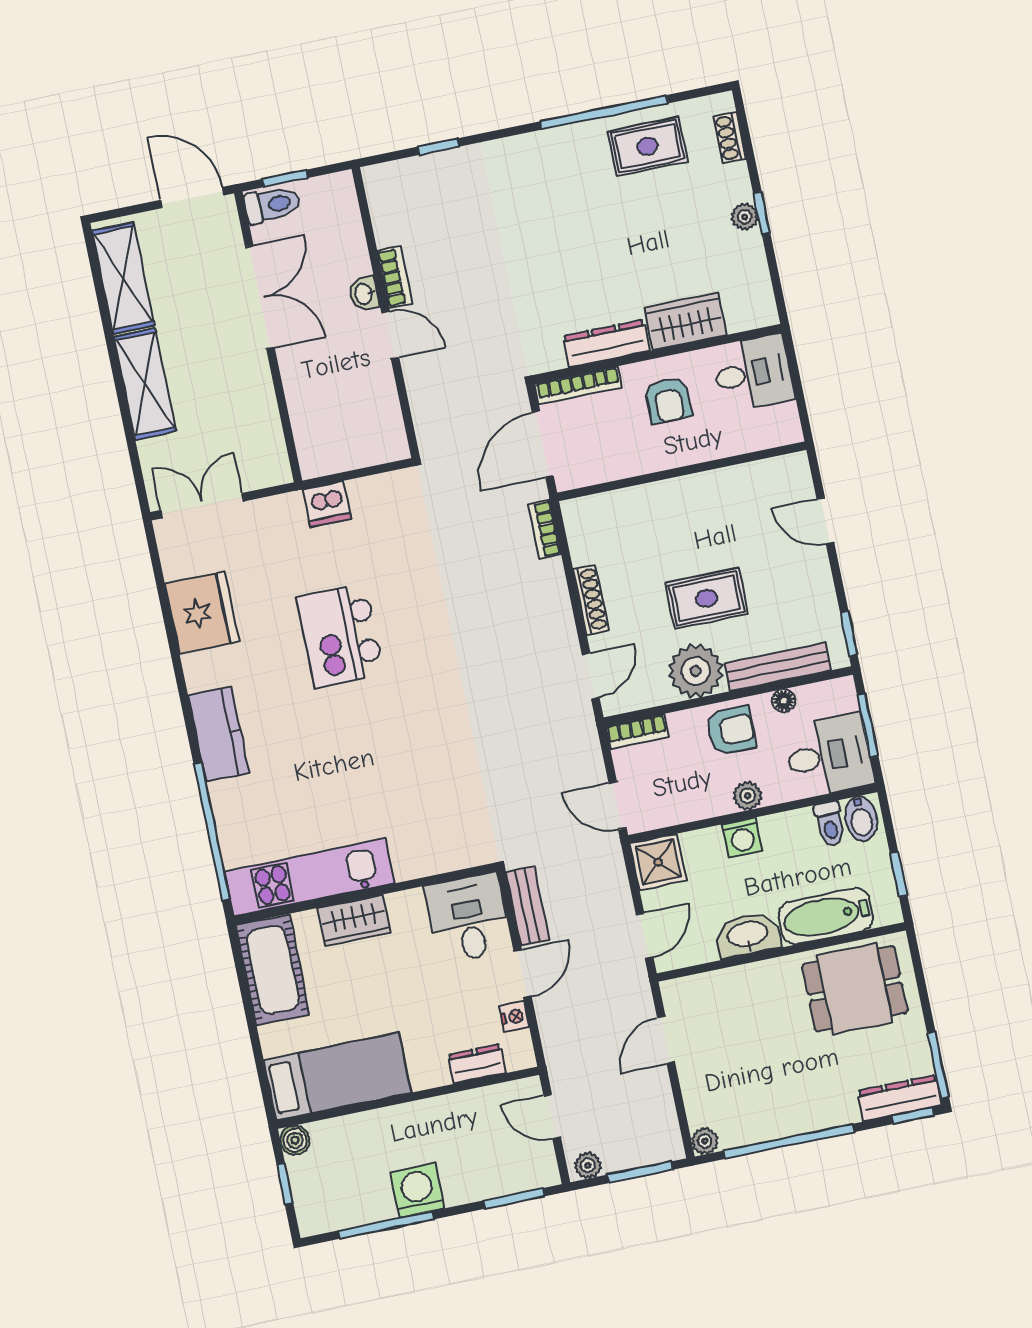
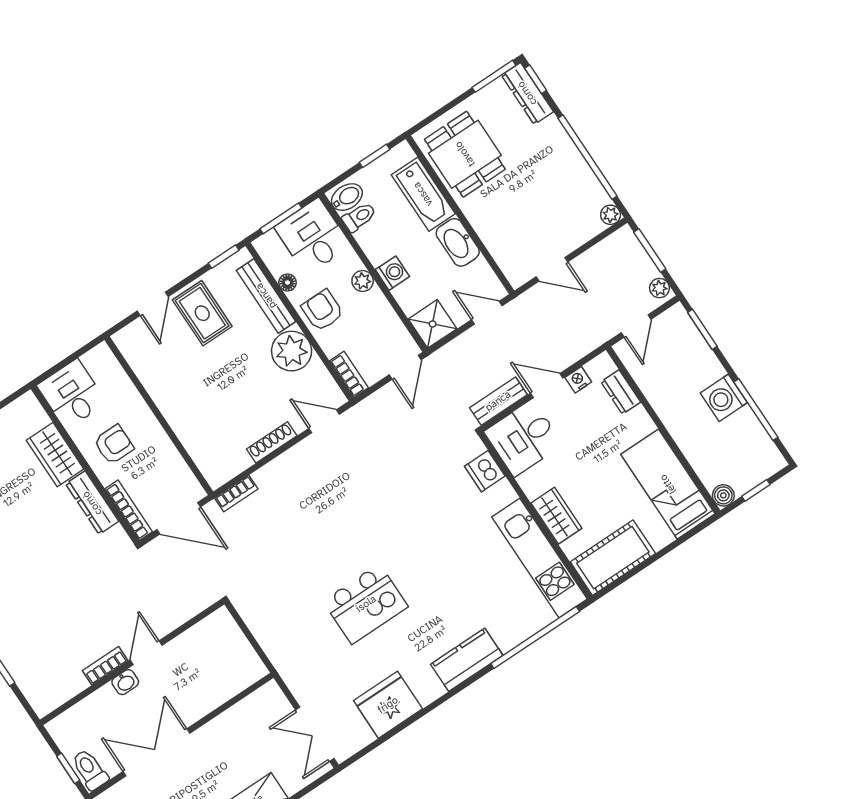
dishwasher: (327, 504) -> (485, 471), moved, turned 180
rug: (707, 598) -> (202, 313), moved

